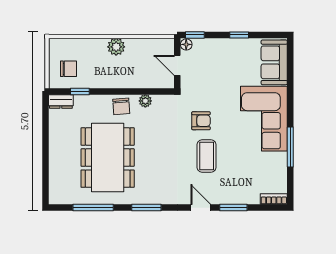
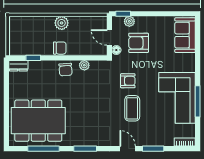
window: (239, 35) -> (158, 14), removed
floor lamp: (186, 44) -> (116, 50), moved
plant: (203, 45) -> (129, 21), added
chair: (69, 69) -> (60, 48), moved
armchair: (215, 72) -> (139, 43), added
corner sofa: (264, 119) -> (177, 98), moved
dining table: (108, 158) -> (38, 121), moved, turned 90

